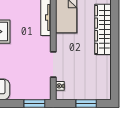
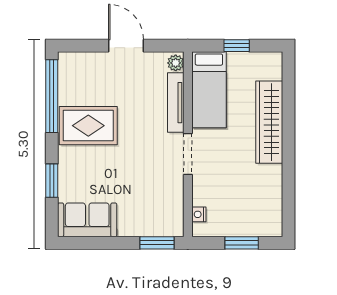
doorway: (53, 65) -> (188, 154), moved

